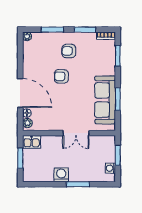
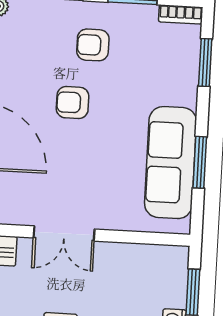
double door: (76, 133) -> (64, 233), moved

